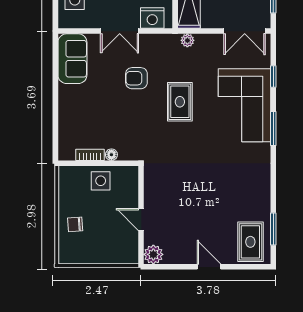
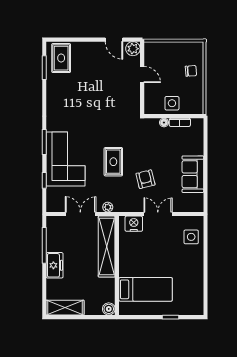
double door: (245, 31) -> (80, 214), moved
sofa: (72, 59) -> (193, 174), moved
armchair: (136, 78) -> (145, 179), turned -104
door: (209, 267) -> (114, 40), moved

